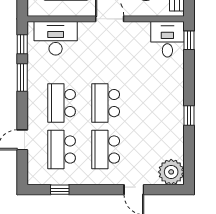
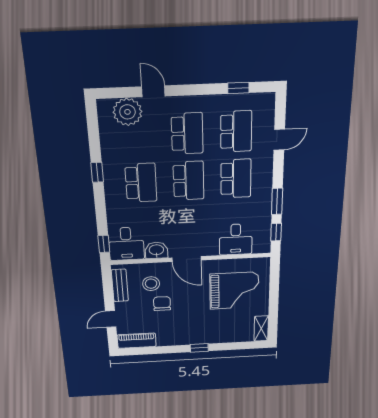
washbasin: (139, 30) -> (156, 250), added
desk: (56, 38) -> (236, 239), width x0.73
school desk: (150, 103) -> (141, 183), added
plant: (171, 172) -> (127, 112), moved

